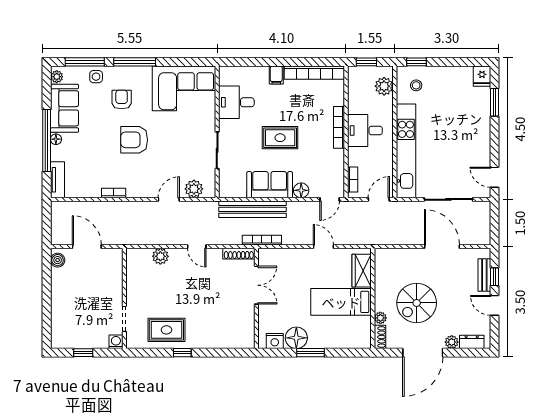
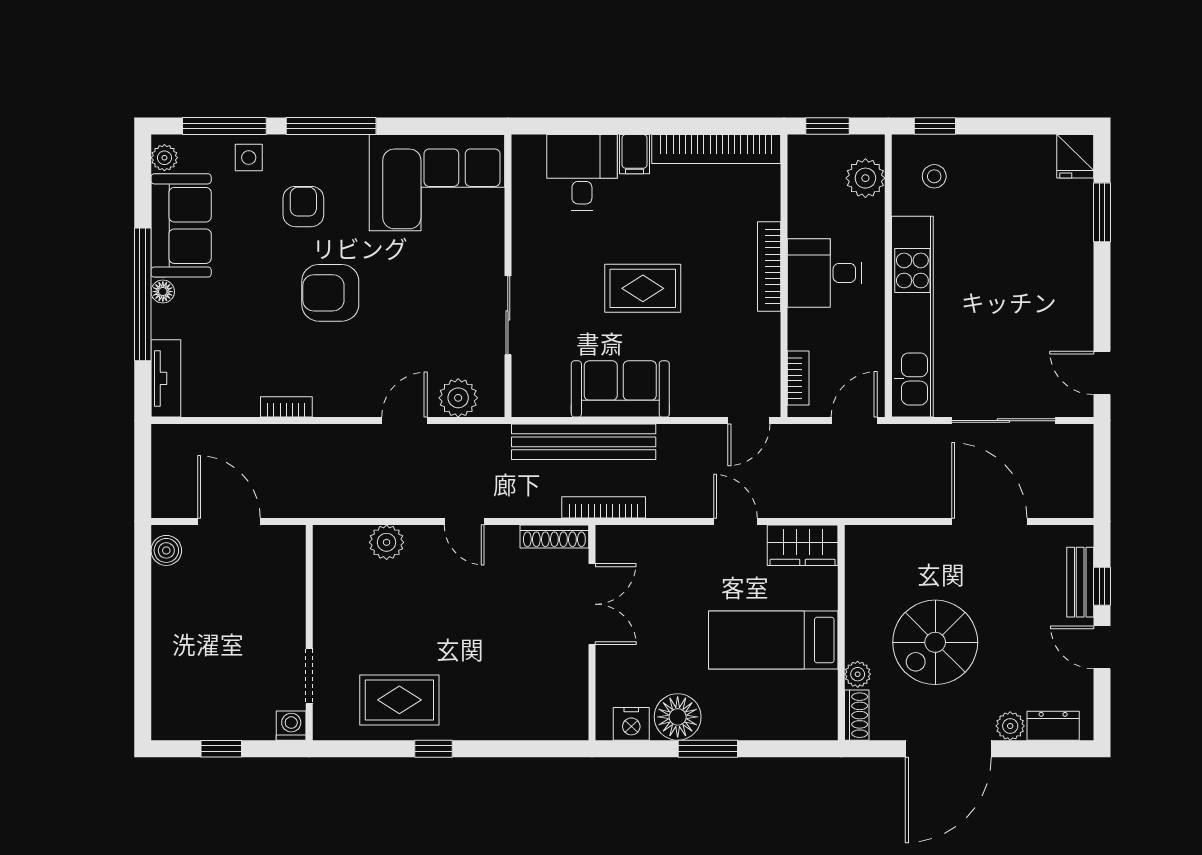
desk: (236, 102) -> (582, 172), moved, turned 90
floor lamp: (301, 190) -> (688, 401), removed
wardrobe: (362, 271) -> (803, 545), moved, turned -90

